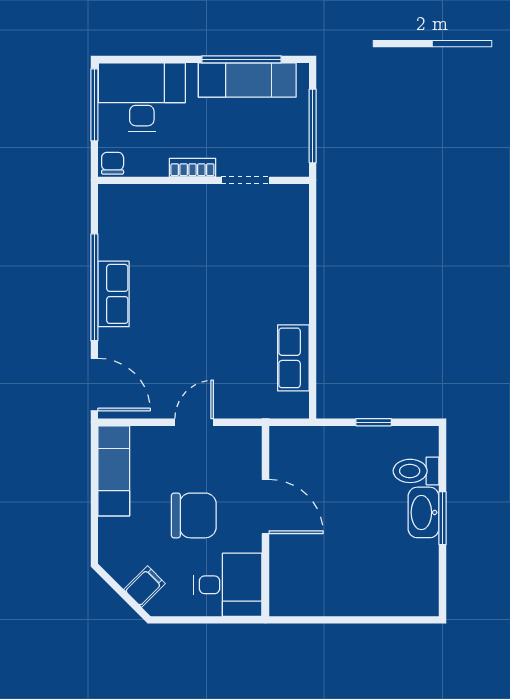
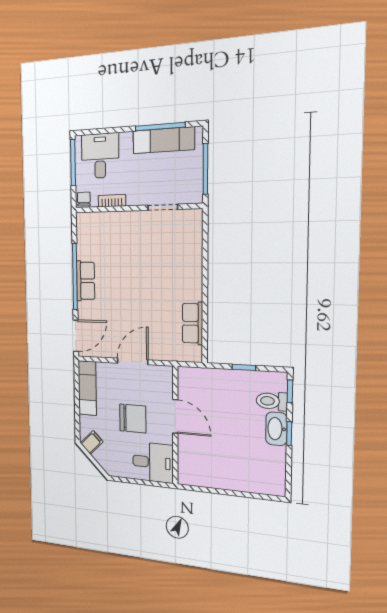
desk: (142, 97) -> (100, 156), width x0.73
bookcase: (192, 168) -> (112, 201), moved
door: (94, 385) -> (76, 336), hinge flipped
door: (194, 422) -> (133, 361), width x1.38
window: (442, 454) -> (290, 391), added
window: (442, 518) -> (289, 434), width x0.67
filing cabinet: (145, 586) -> (92, 442), moved

